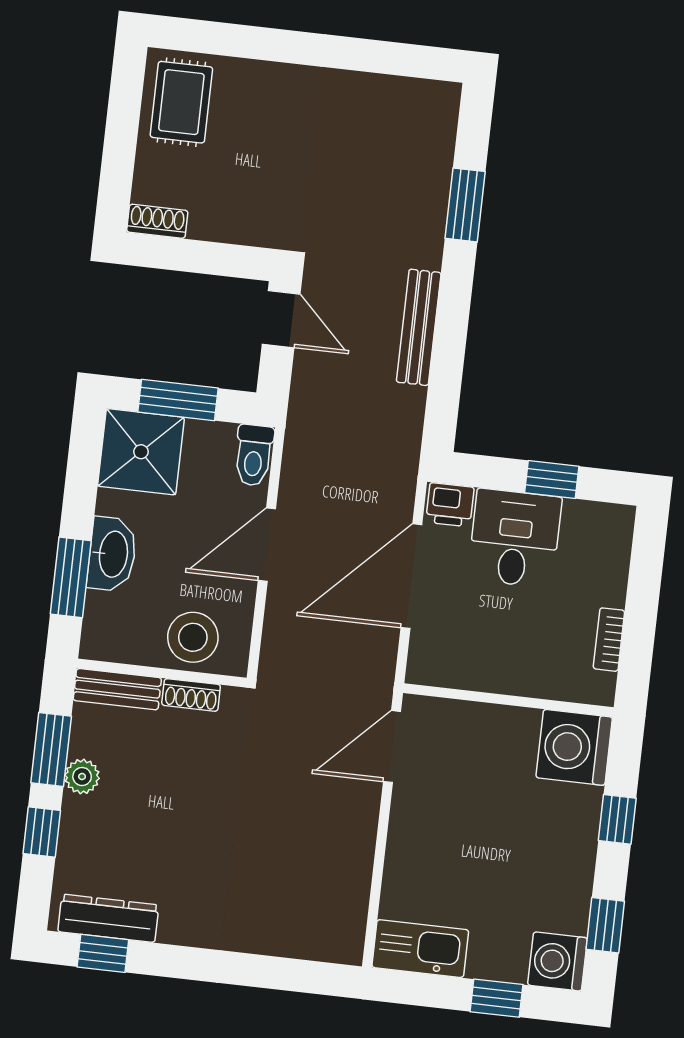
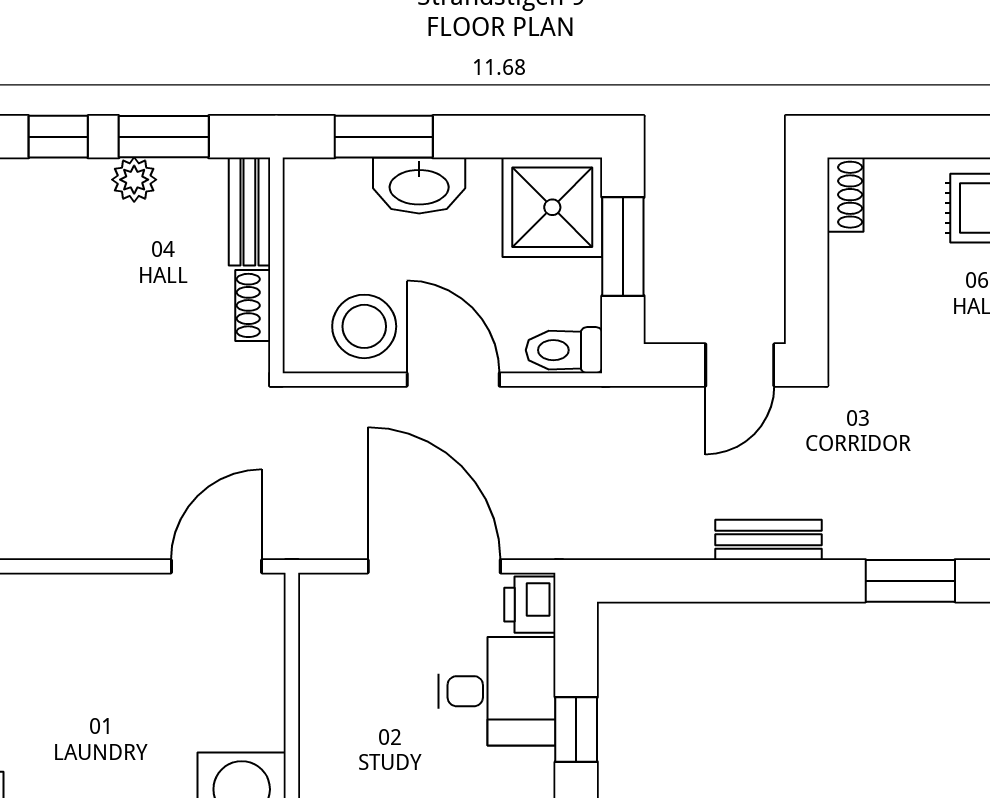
bench: (419, 327) -> (769, 540), width x0.73
stool: (193, 637) -> (364, 326), moved
door: (392, 747) -> (216, 566), hinge flipped

